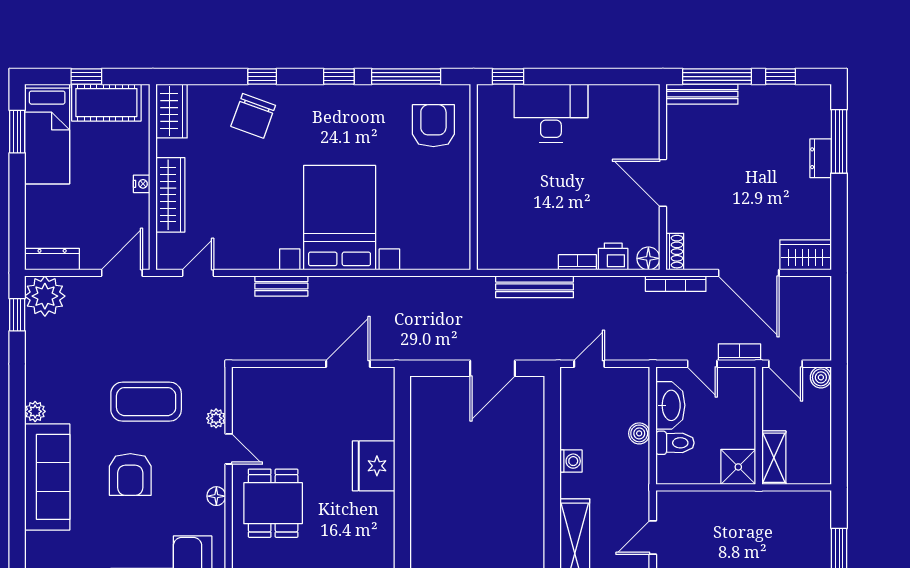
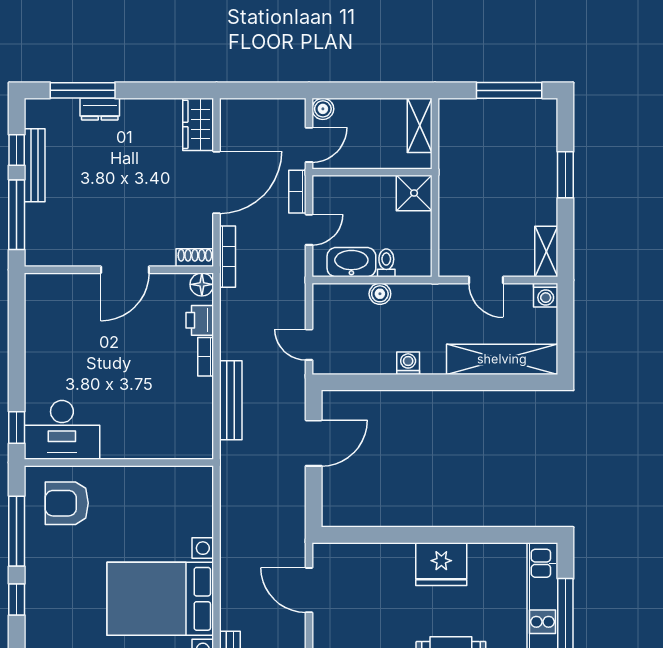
bench: (702, 94) -> (35, 165), moved
desk: (551, 113) -> (62, 430), moved, turned -90
door: (493, 368) -> (314, 443), hinge flipped
toilet: (675, 443) -> (386, 263), width x0.73, depth x0.72
shelving: (774, 458) -> (420, 125), moved, turned 90
fridge: (374, 466) -> (441, 564), moved

